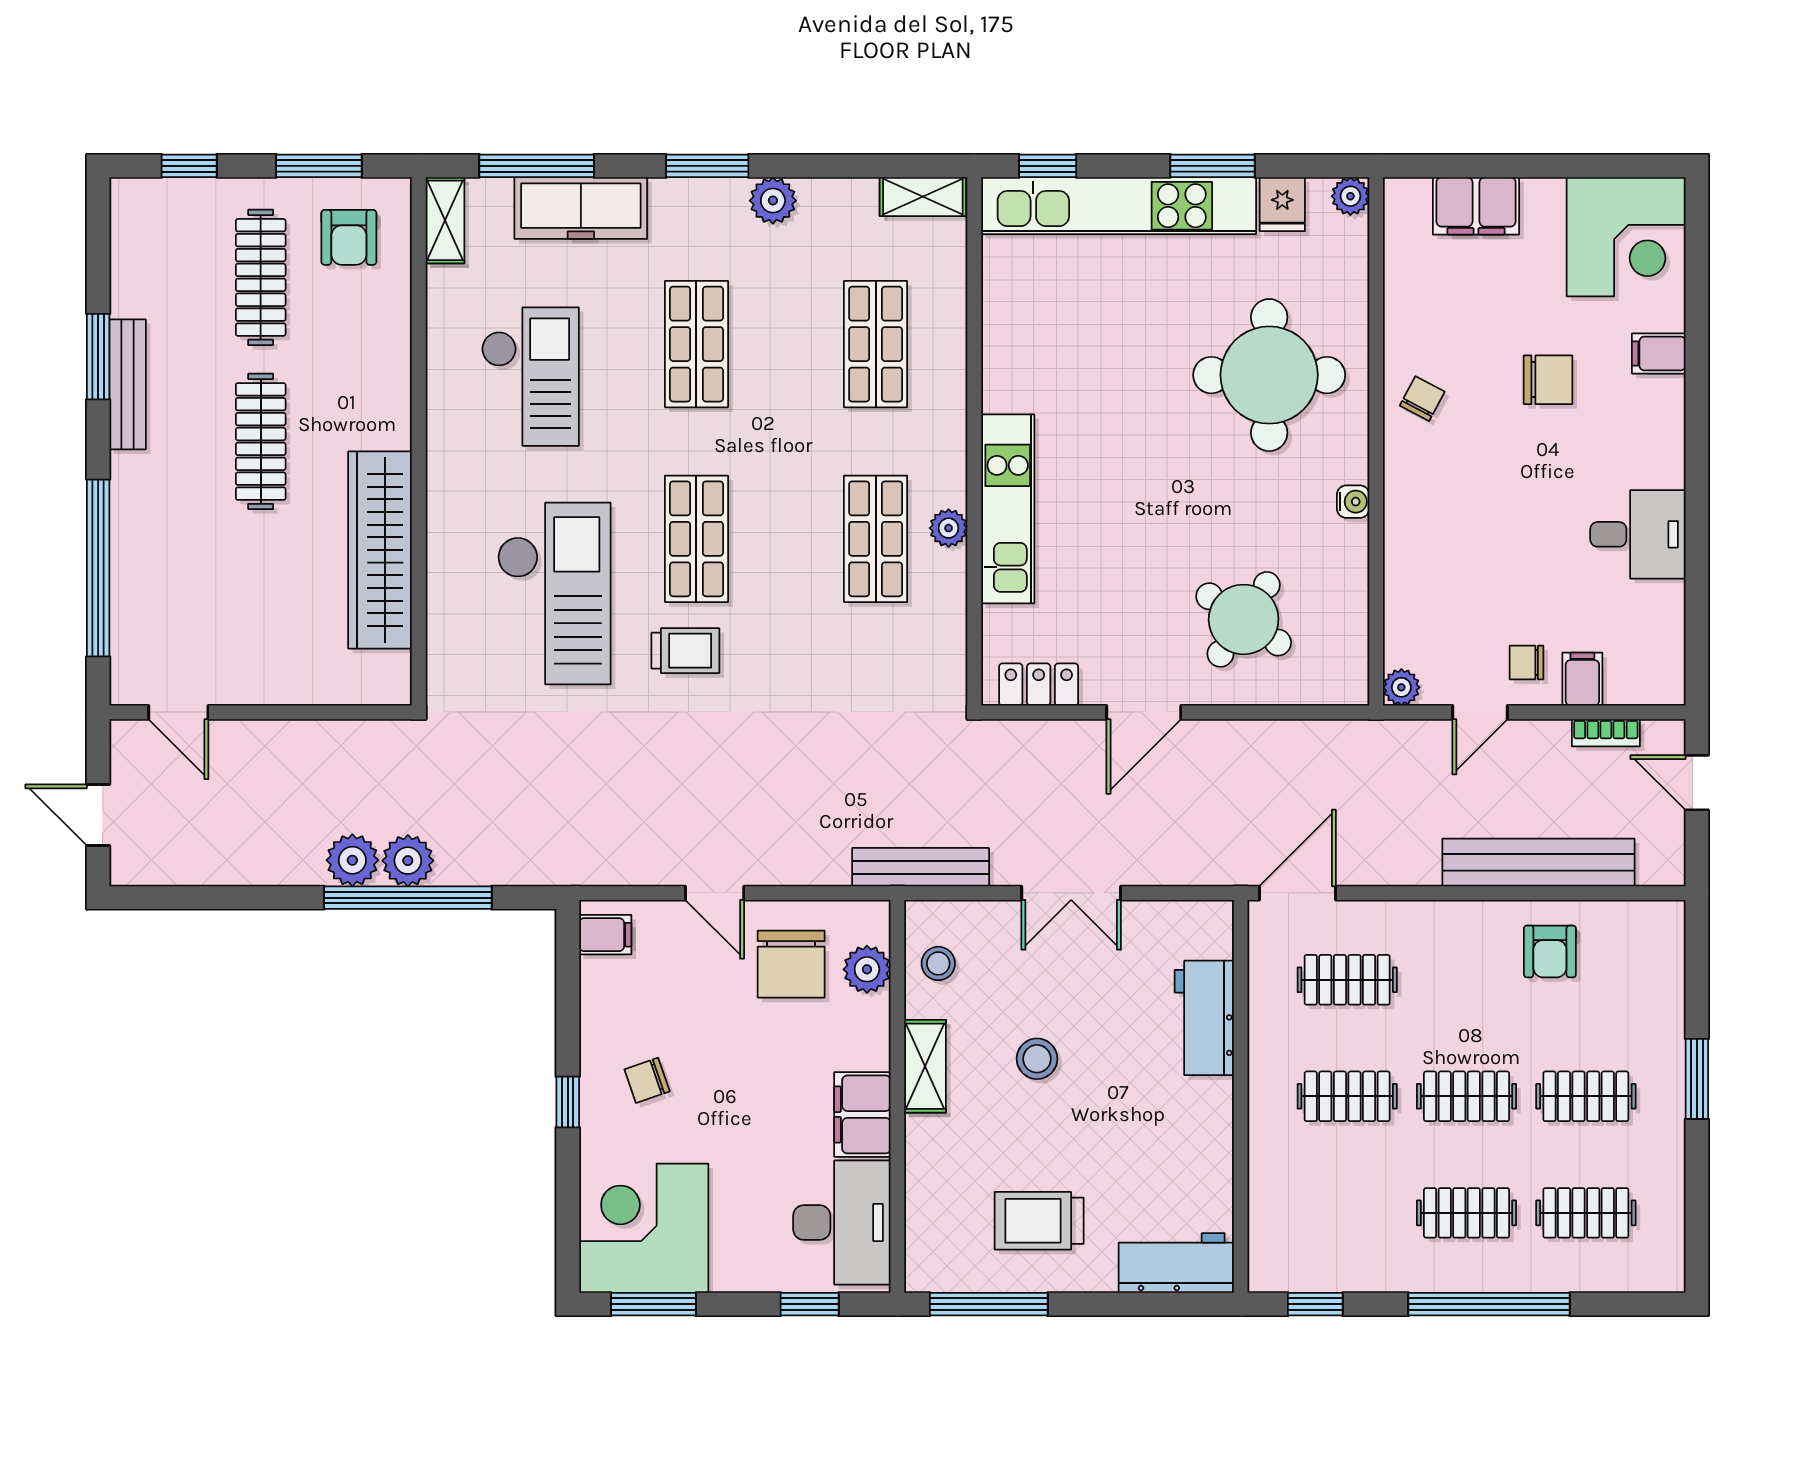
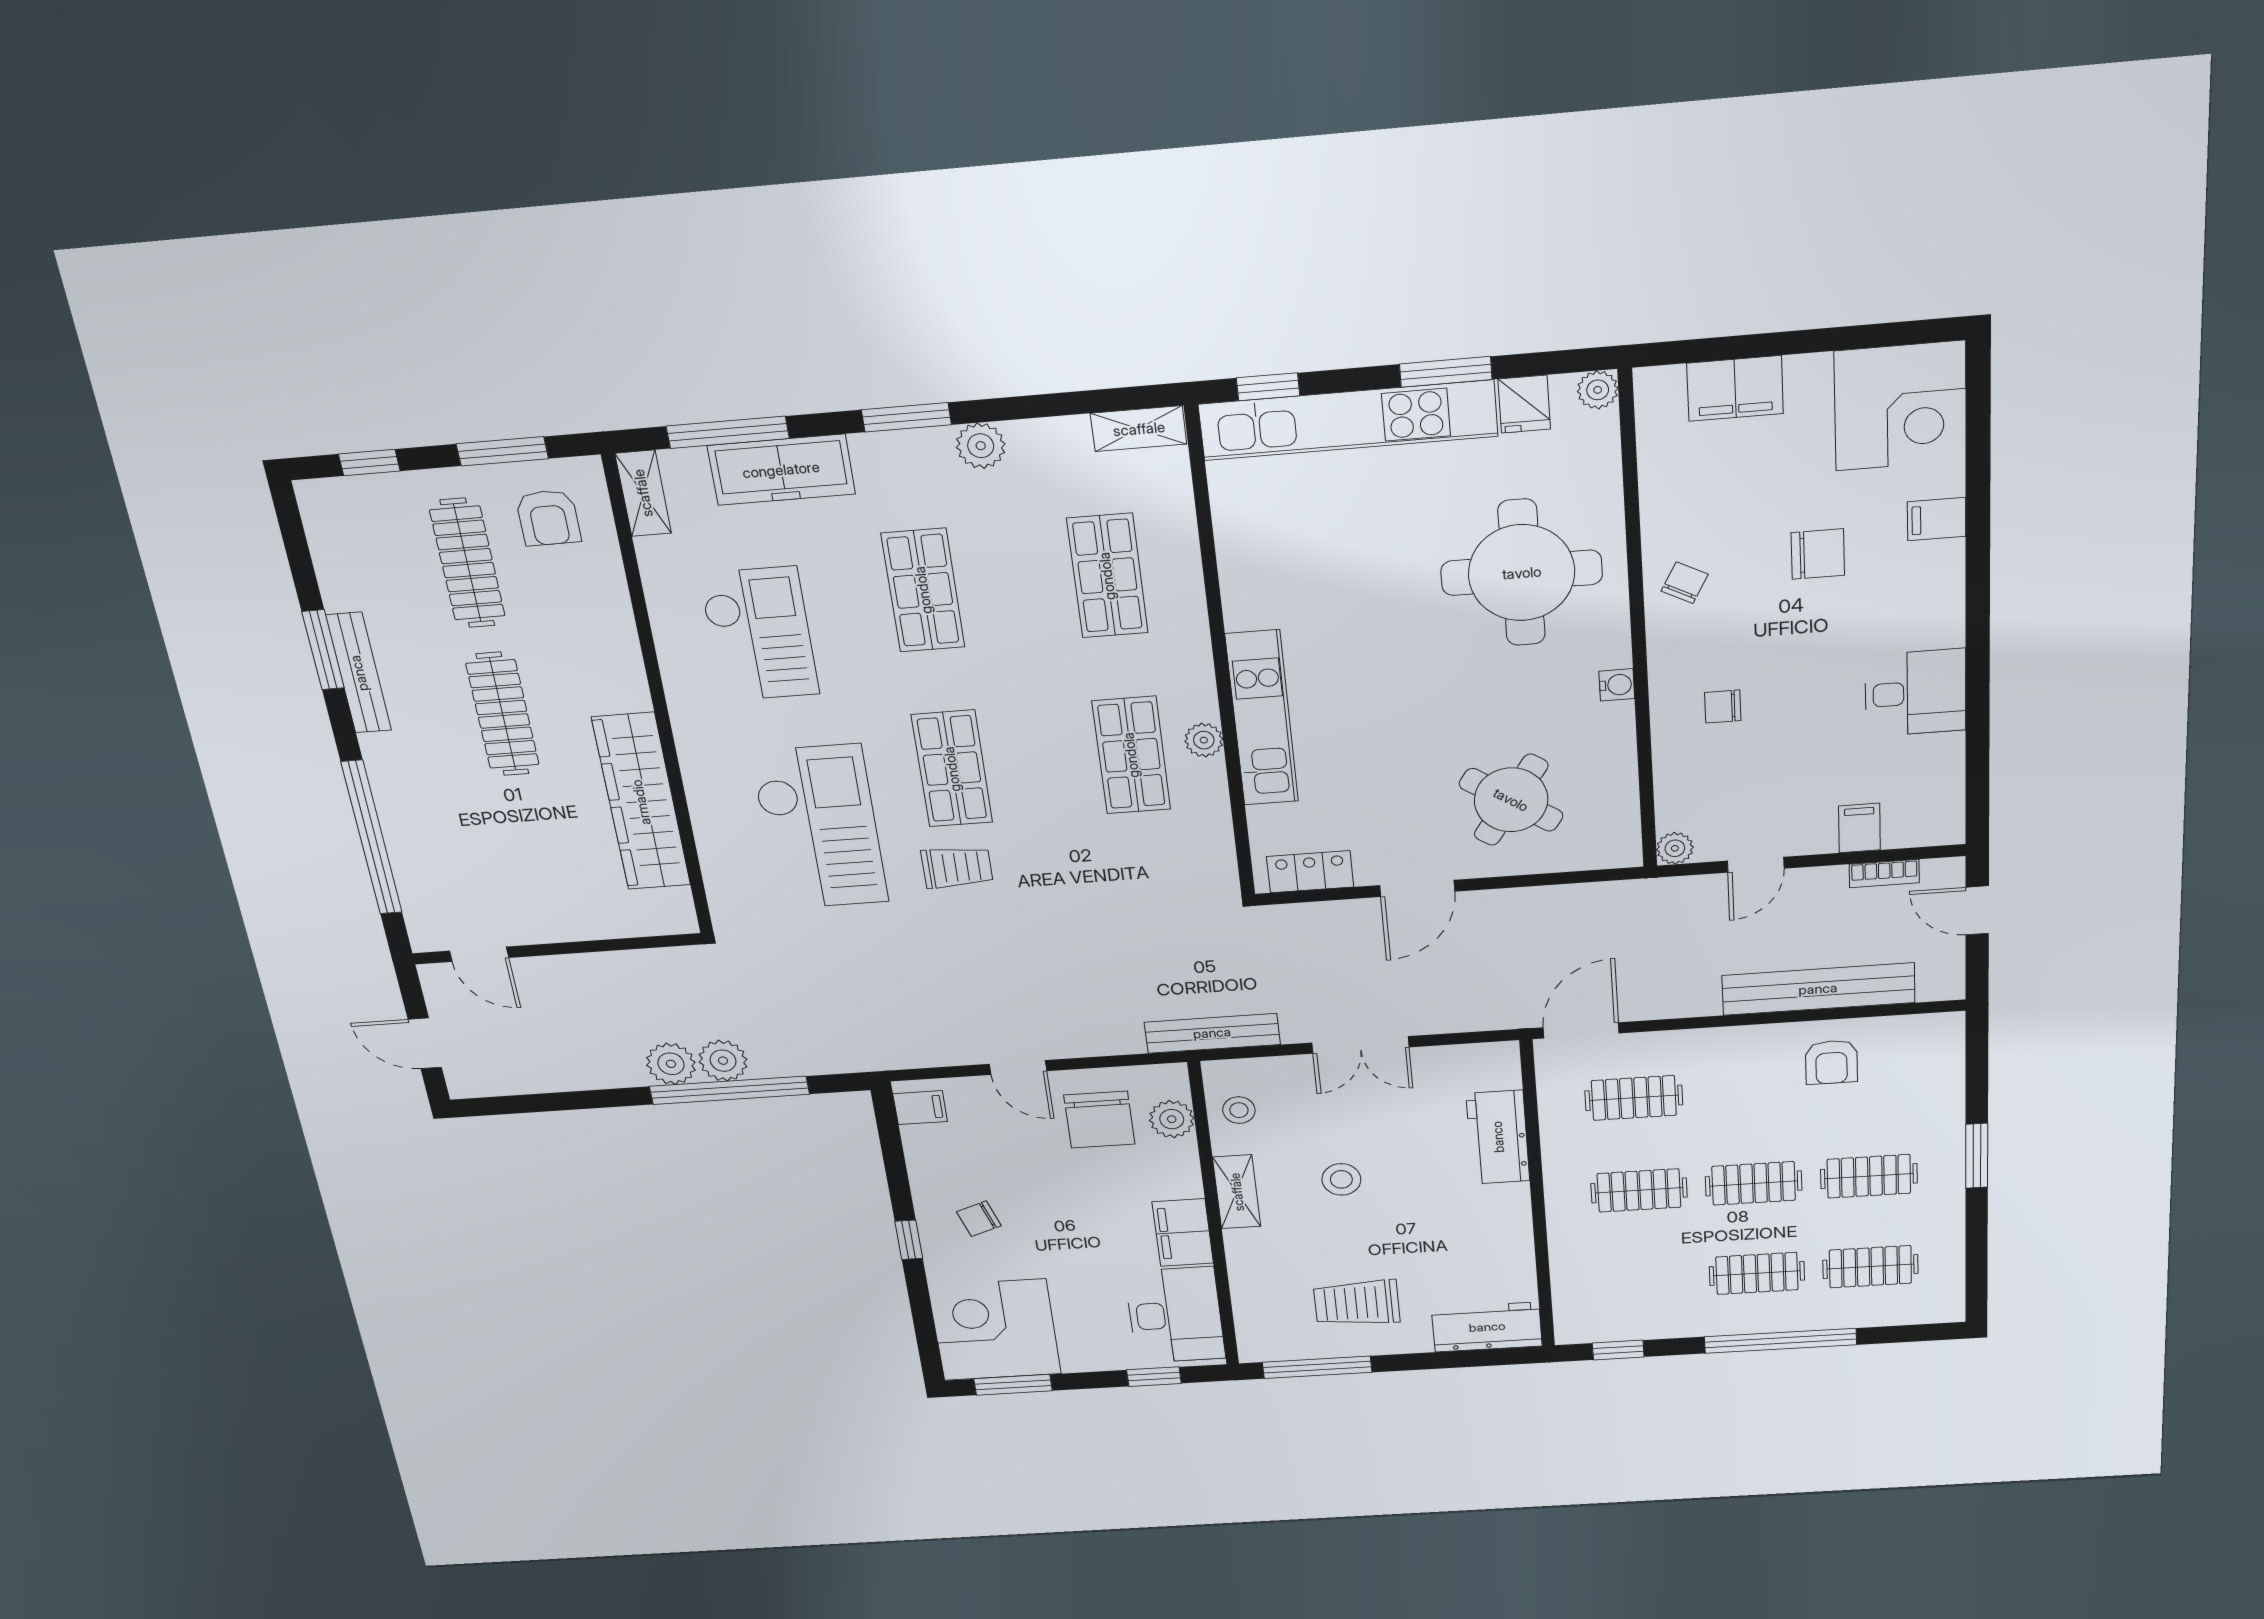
chair: (1526, 663) -> (1723, 706), moved

